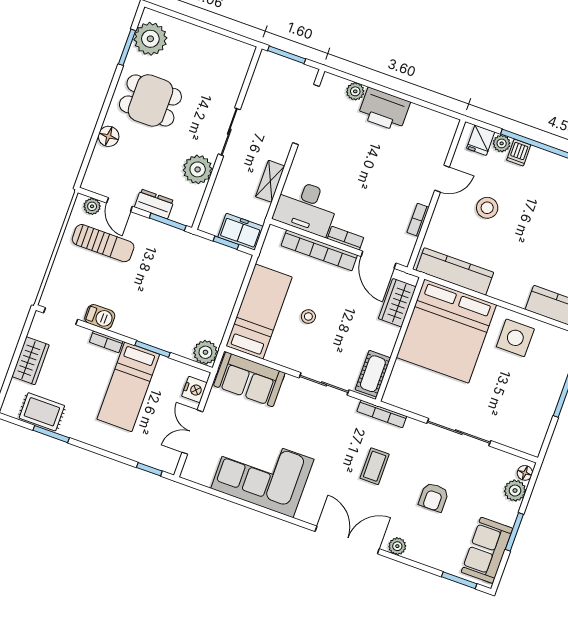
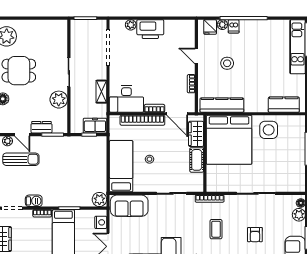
door: (442, 179) -> (196, 56), swing flipped
cot: (373, 374) -> (197, 160), moved

